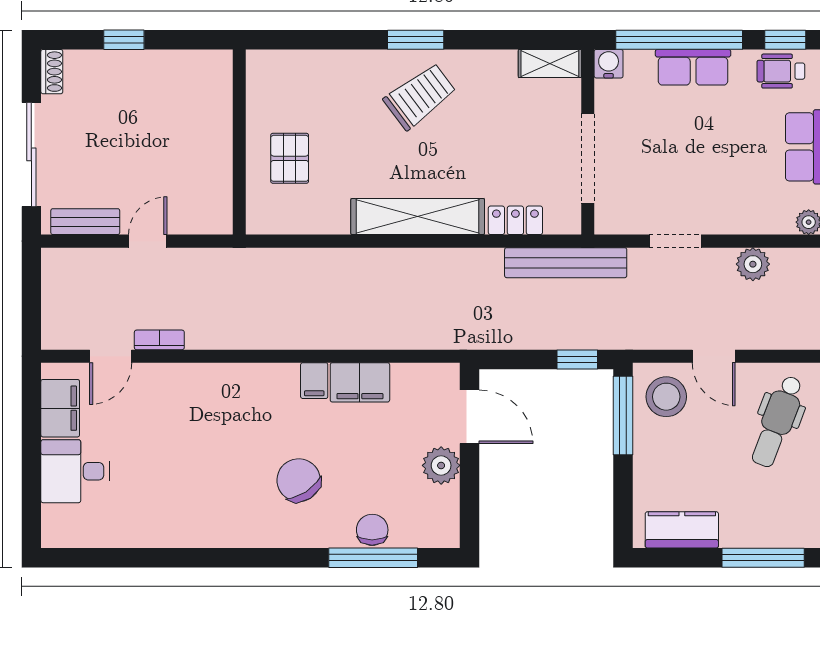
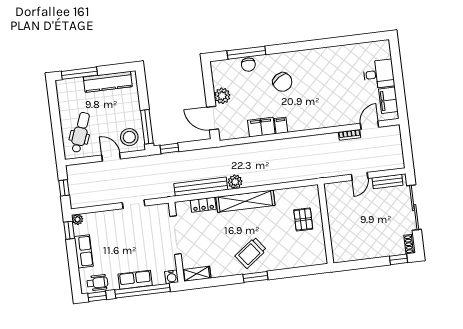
window: (124, 40) -> (398, 259), moved
bench: (566, 263) -> (201, 187), moved
plant: (753, 264) -> (235, 182), moved
kitchen counter: (682, 530) -> (108, 82), width x1.50

